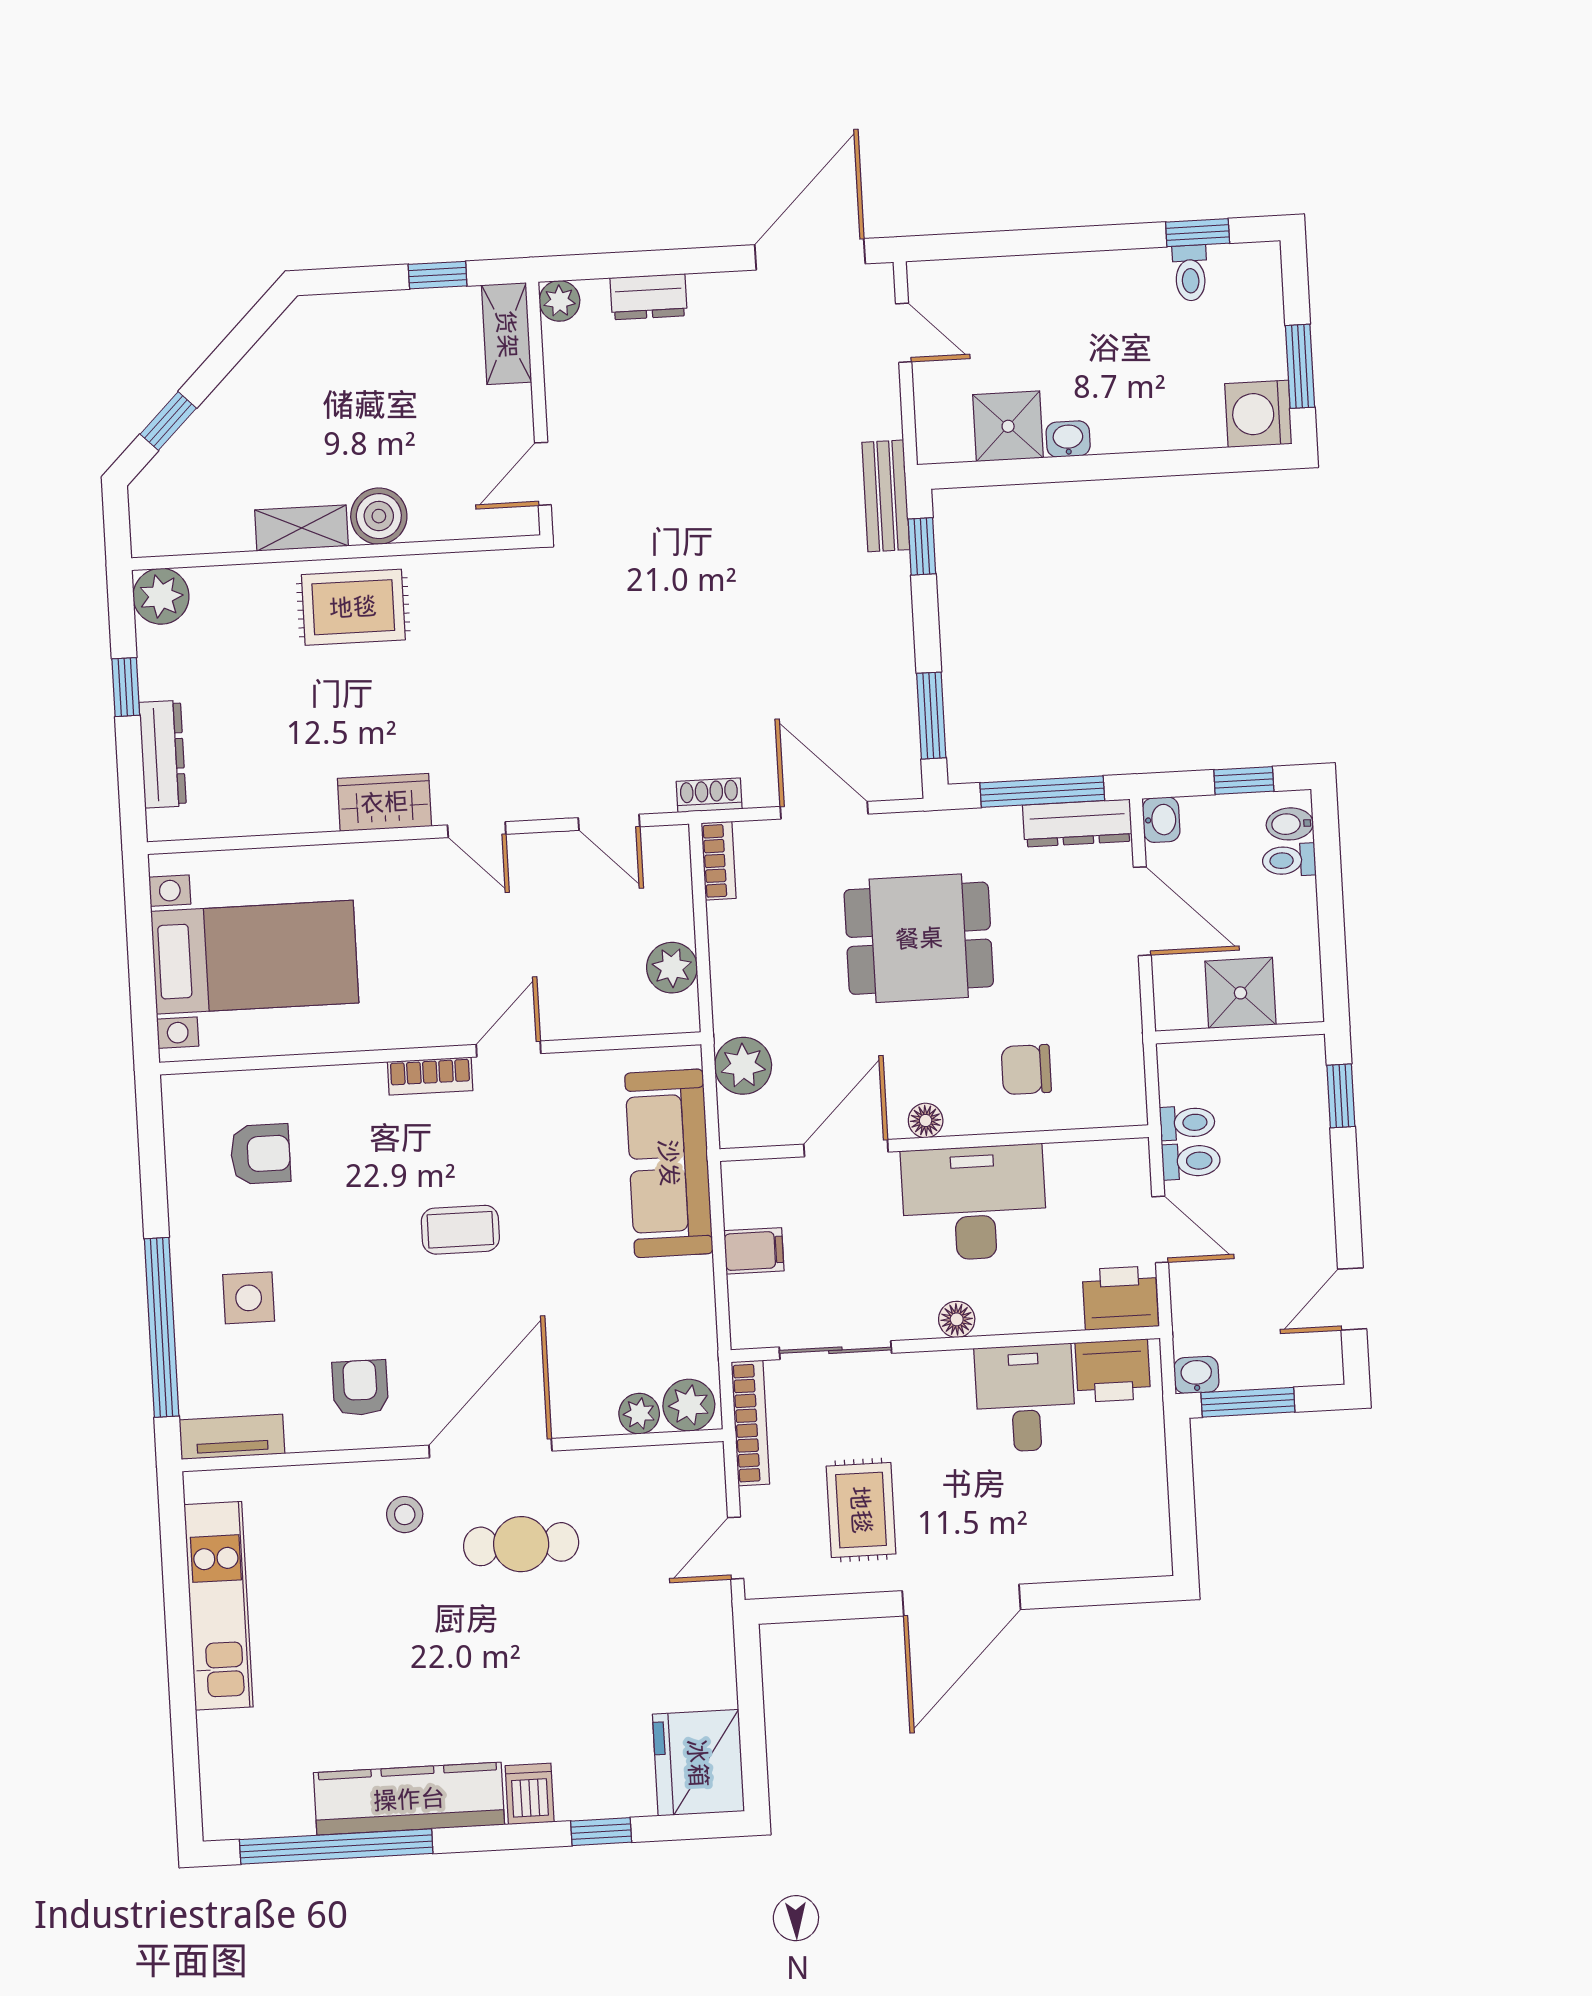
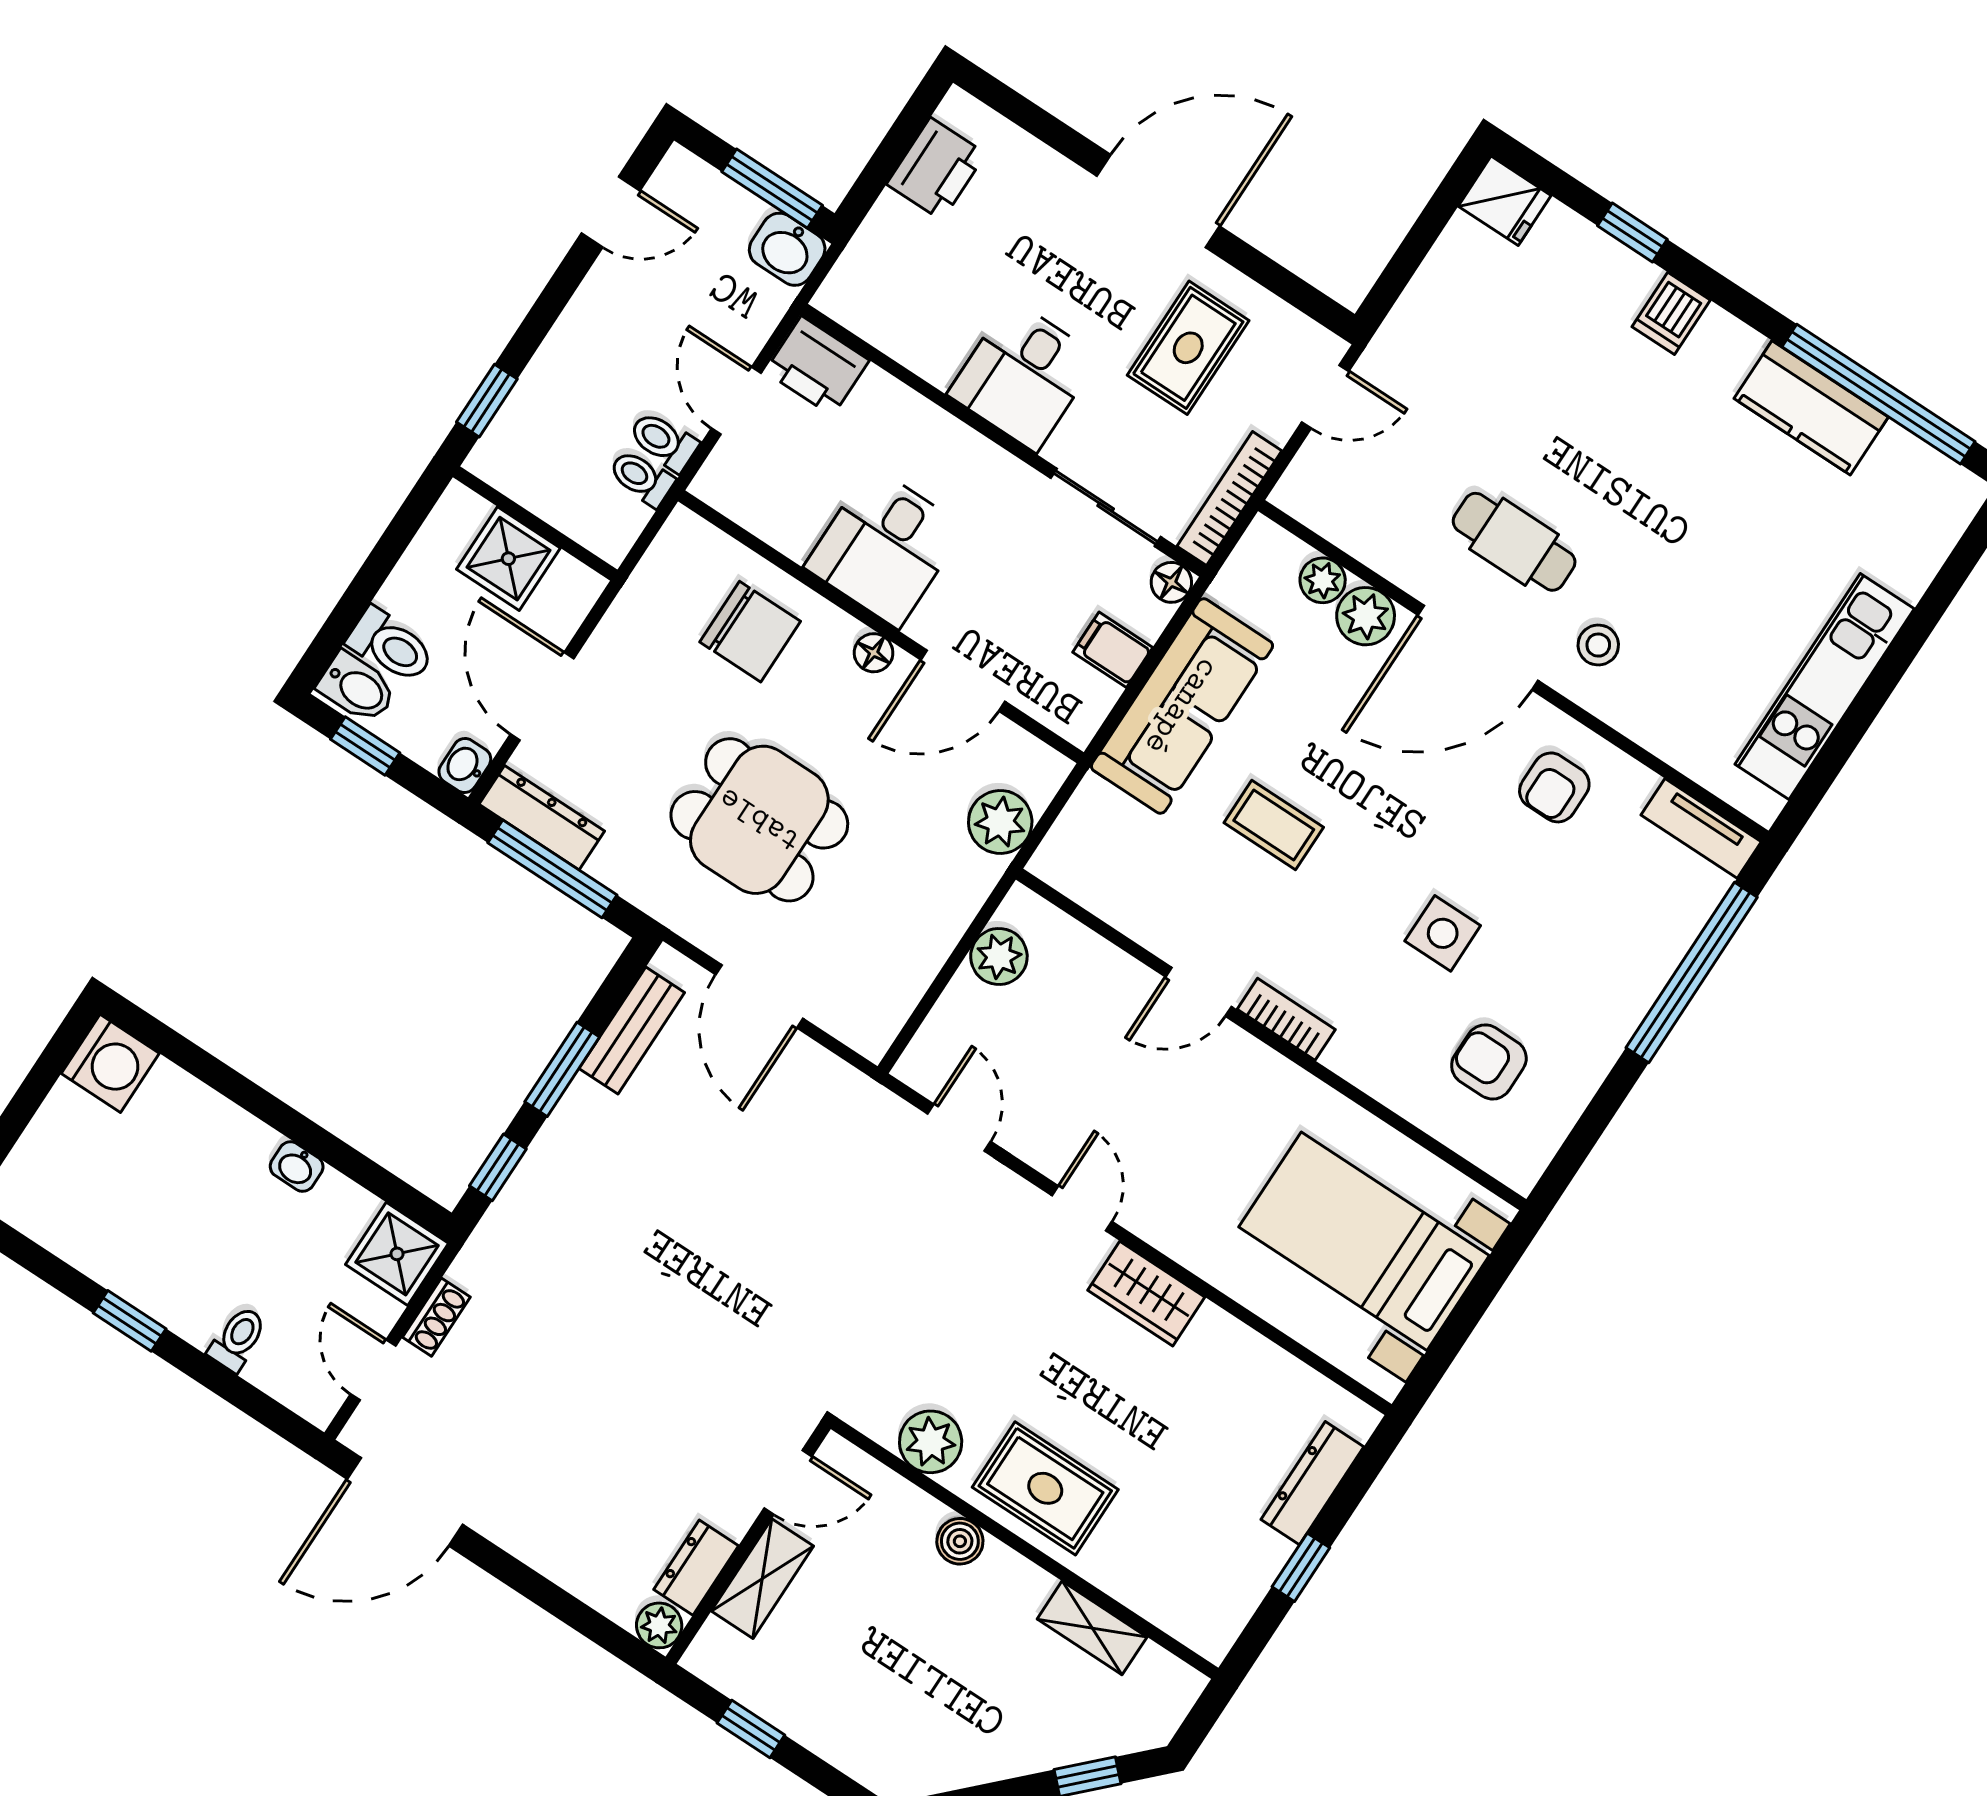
window: (1198, 233) -> (130, 1321), moved
toilet: (1190, 273) -> (238, 1339), moved
dresser: (649, 297) -> (696, 1568), moved, turned -90
shelving: (507, 334) -> (762, 1579), moved
window: (1300, 366) -> (42, 1078), removed
shower: (1008, 426) -> (397, 1254), moved
bench: (886, 496) -> (632, 1030), moved
boiler: (379, 516) -> (960, 1541), width x0.73, depth x0.73
shelving: (302, 528) -> (1092, 1628), moved
plant: (161, 596) -> (931, 1442), moved
window: (931, 716) -> (562, 1069), moved
shoe rack: (709, 795) -> (436, 1317), moved, turned -90
bidet: (1290, 824) -> (357, 688), width x1.38, depth x1.36
toilet: (1289, 860) -> (391, 646), width x1.37, depth x1.39
bookcase: (719, 861) -> (887, 1021), removed
chair: (1026, 1070) -> (750, 632), width x1.37, depth x1.37
sofa: (669, 1163) -> (1182, 706), moved
desk: (974, 1203) -> (885, 547), width x0.73
coffee table: (460, 1230) -> (1274, 825), moved
side table: (249, 1298) -> (1443, 933), moved
floor lamp: (957, 1319) -> (1171, 582), moved
printer: (1113, 1371) -> (936, 169), moved, turned 90
washbasin: (1196, 1375) -> (787, 249), width x1.38, depth x1.45
desk: (1025, 1398) -> (1023, 376), moved
plant: (689, 1405) -> (1366, 616), moved
fridge: (698, 1763) -> (1505, 201), width x0.53, depth x0.75
kitchen counter: (409, 1799) -> (1811, 408), width x0.67

